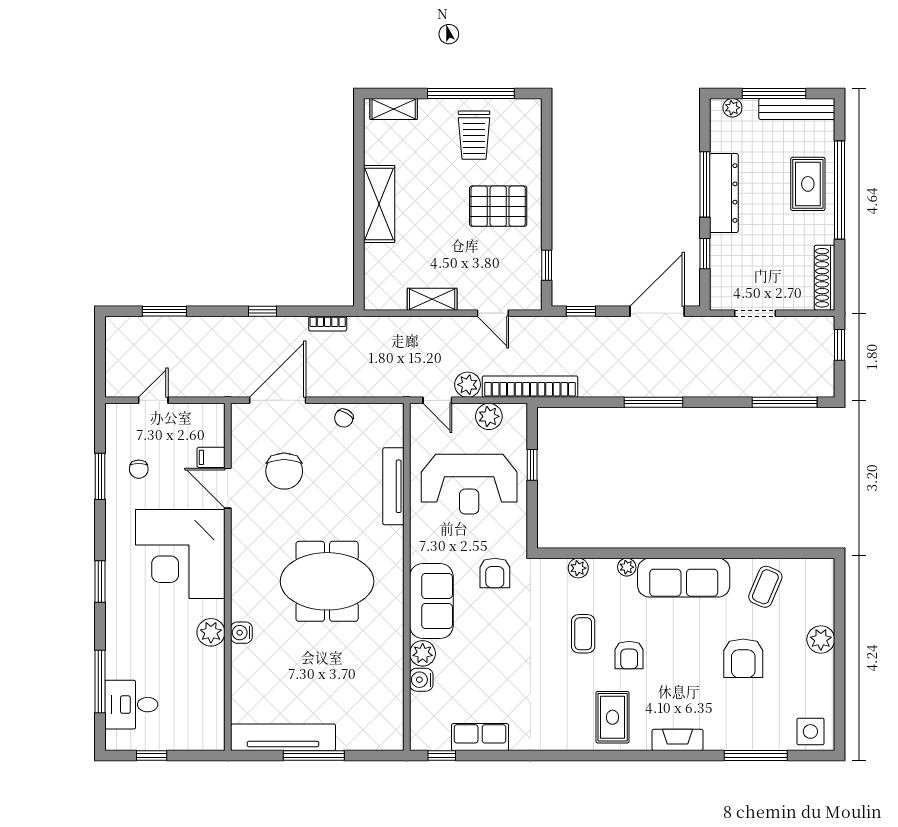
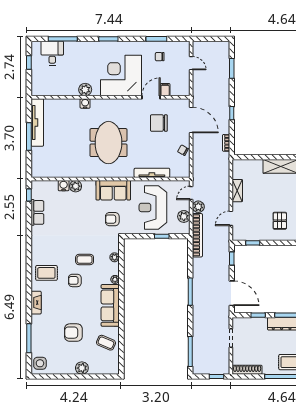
pallet: (498, 206) -> (280, 221), width x0.67, depth x0.71
sofa: (431, 601) -> (113, 190), moved

